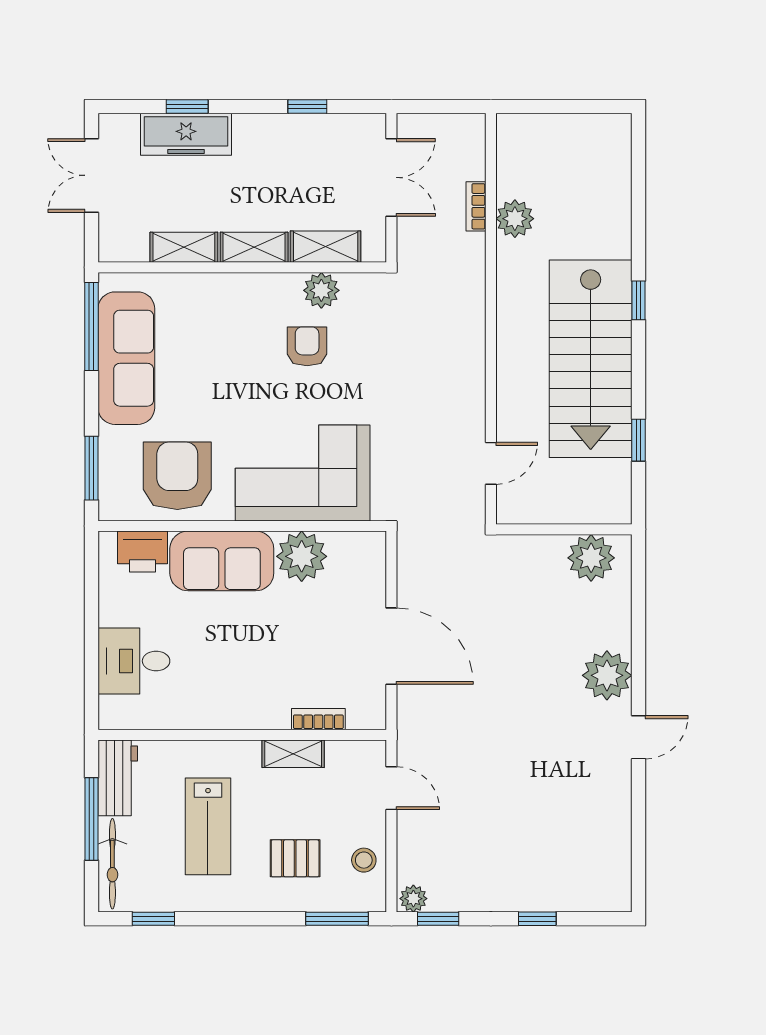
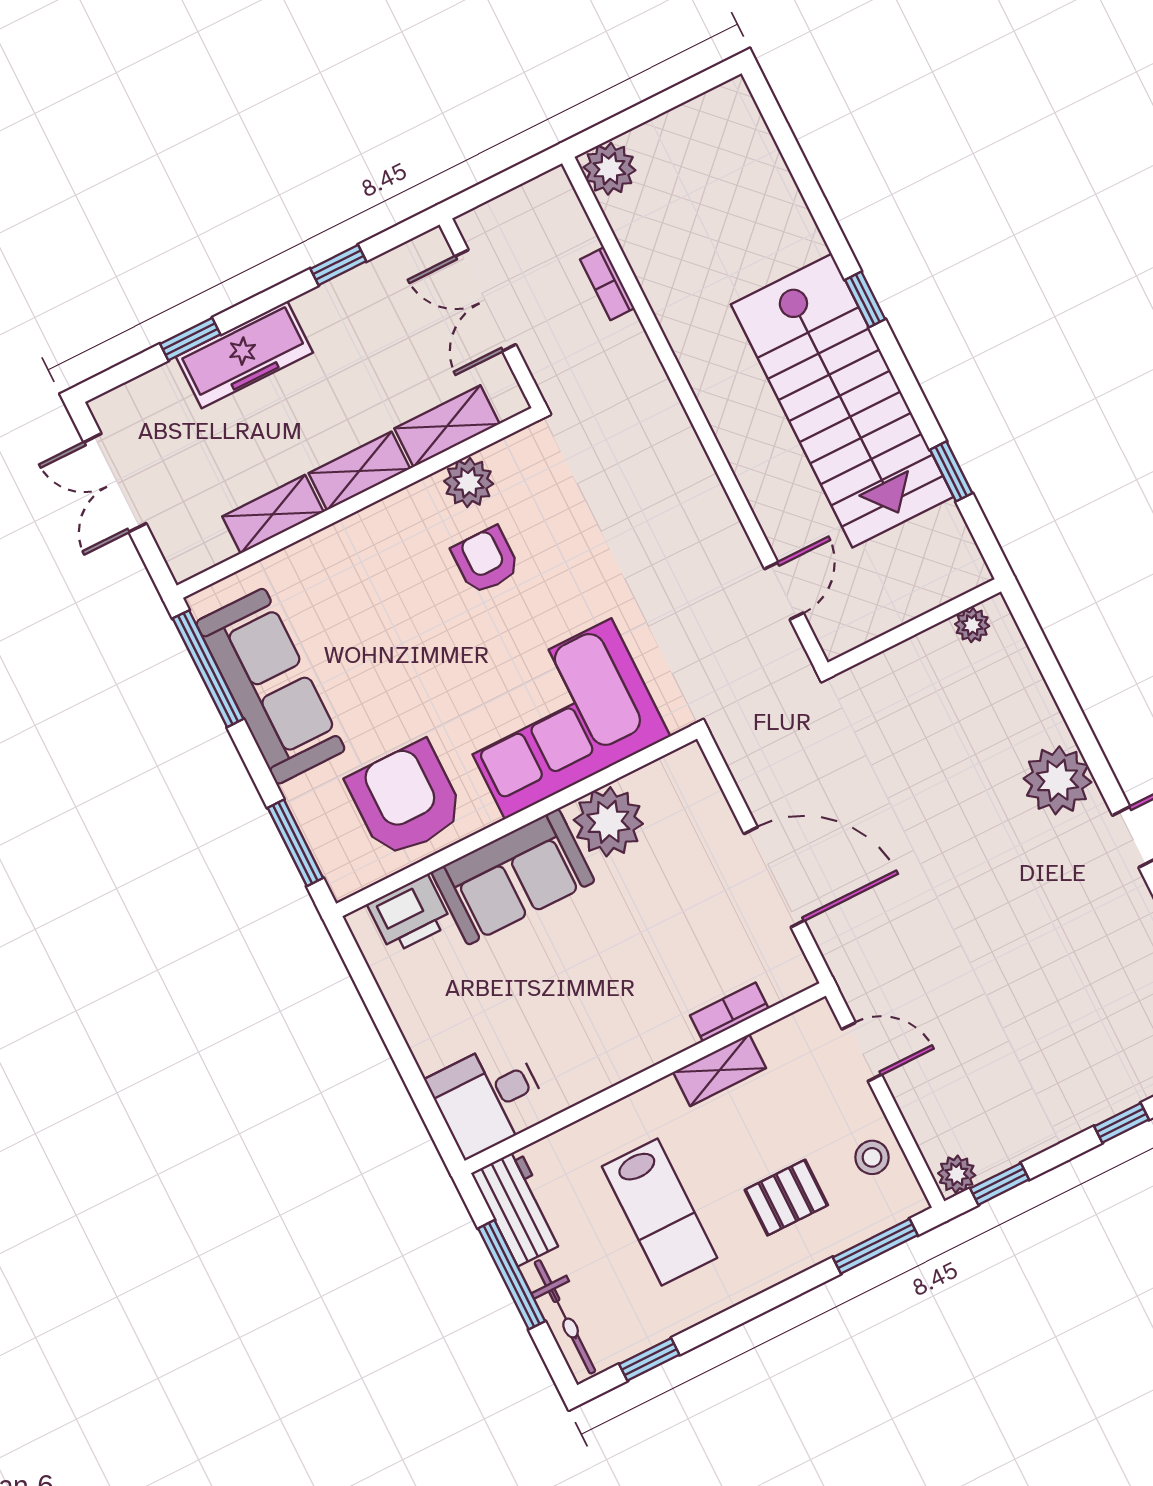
freezer: (186, 134) -> (244, 355), moved
double door: (391, 177) -> (485, 300), swing flipped
plant: (515, 219) -> (609, 169), moved
plant: (591, 558) -> (972, 625), width x0.53, depth x0.53
desk: (134, 661) -> (488, 1098), moved

